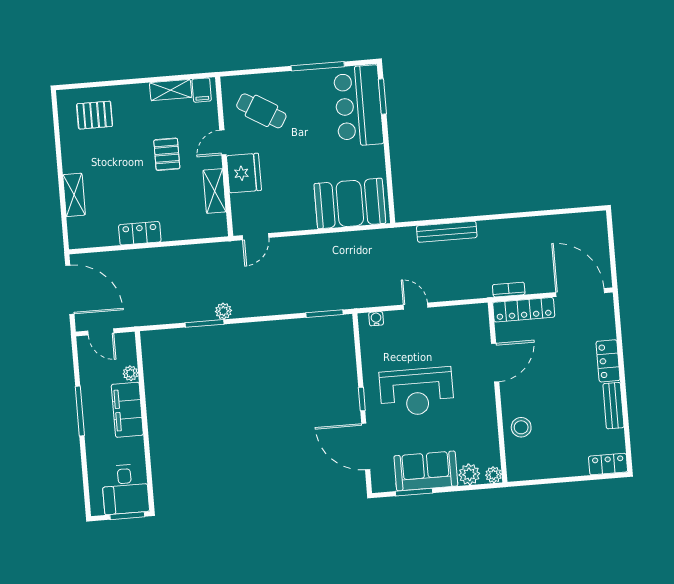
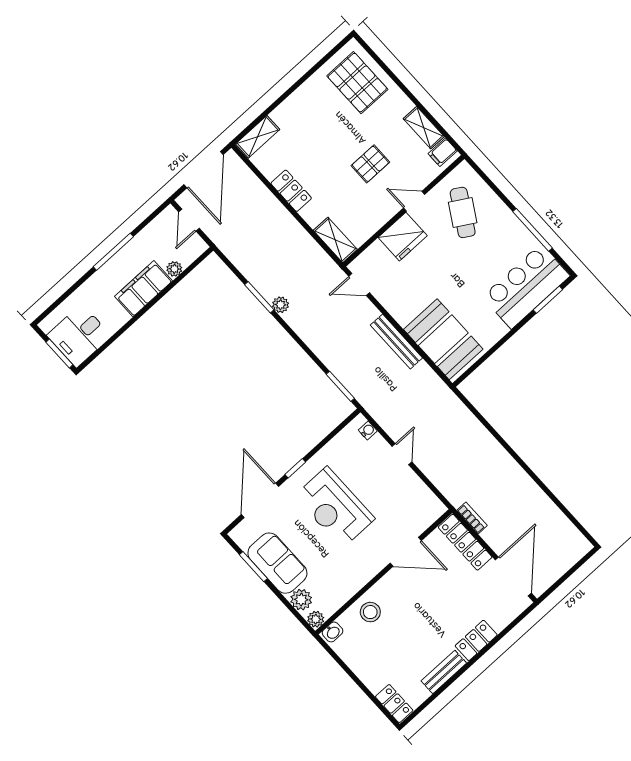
pallet: (95, 115) -> (357, 83), width x1.50, depth x1.42
shelving: (215, 191) -> (335, 240), moved, turned 90
shelving: (74, 195) -> (258, 137), moved
bench: (447, 232) -> (396, 342), moved
washbasin: (514, 469) -> (333, 632), added

